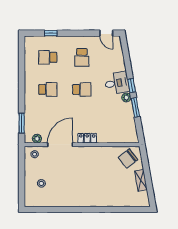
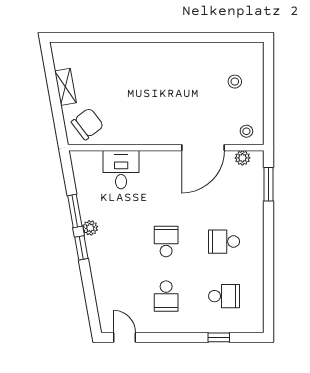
school desk: (82, 57) -> (166, 296), turned 180
desk: (117, 83) -> (121, 170), moved, turned 100
school desk: (82, 89) -> (166, 242), turned 90
locker: (87, 138) -> (157, 159), removed

